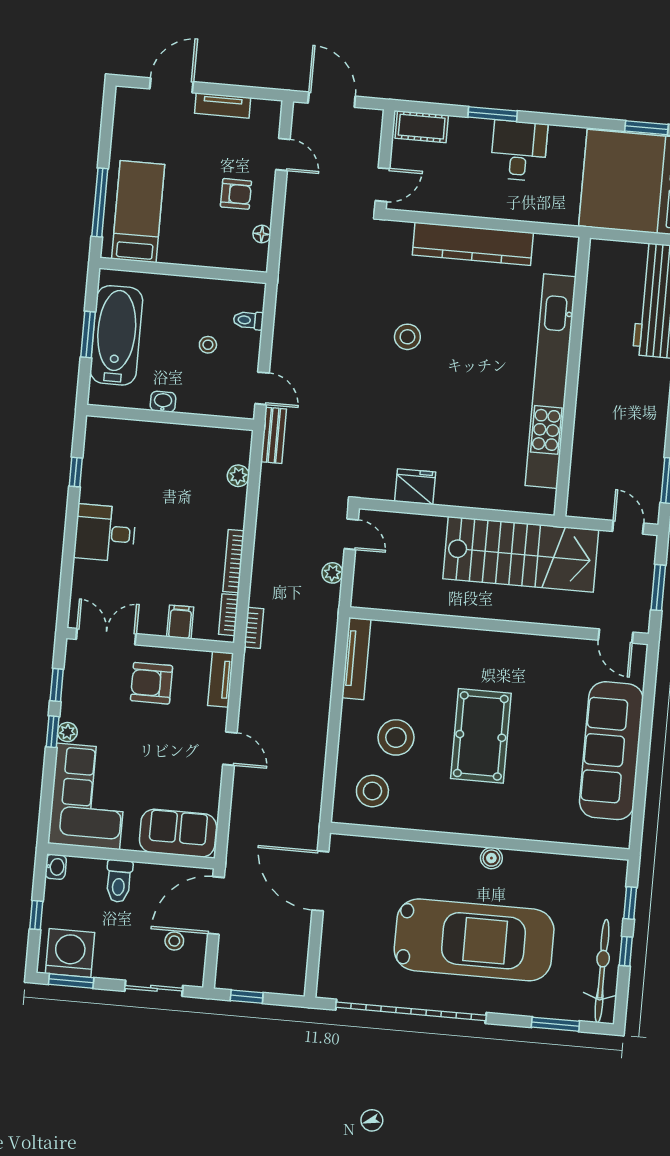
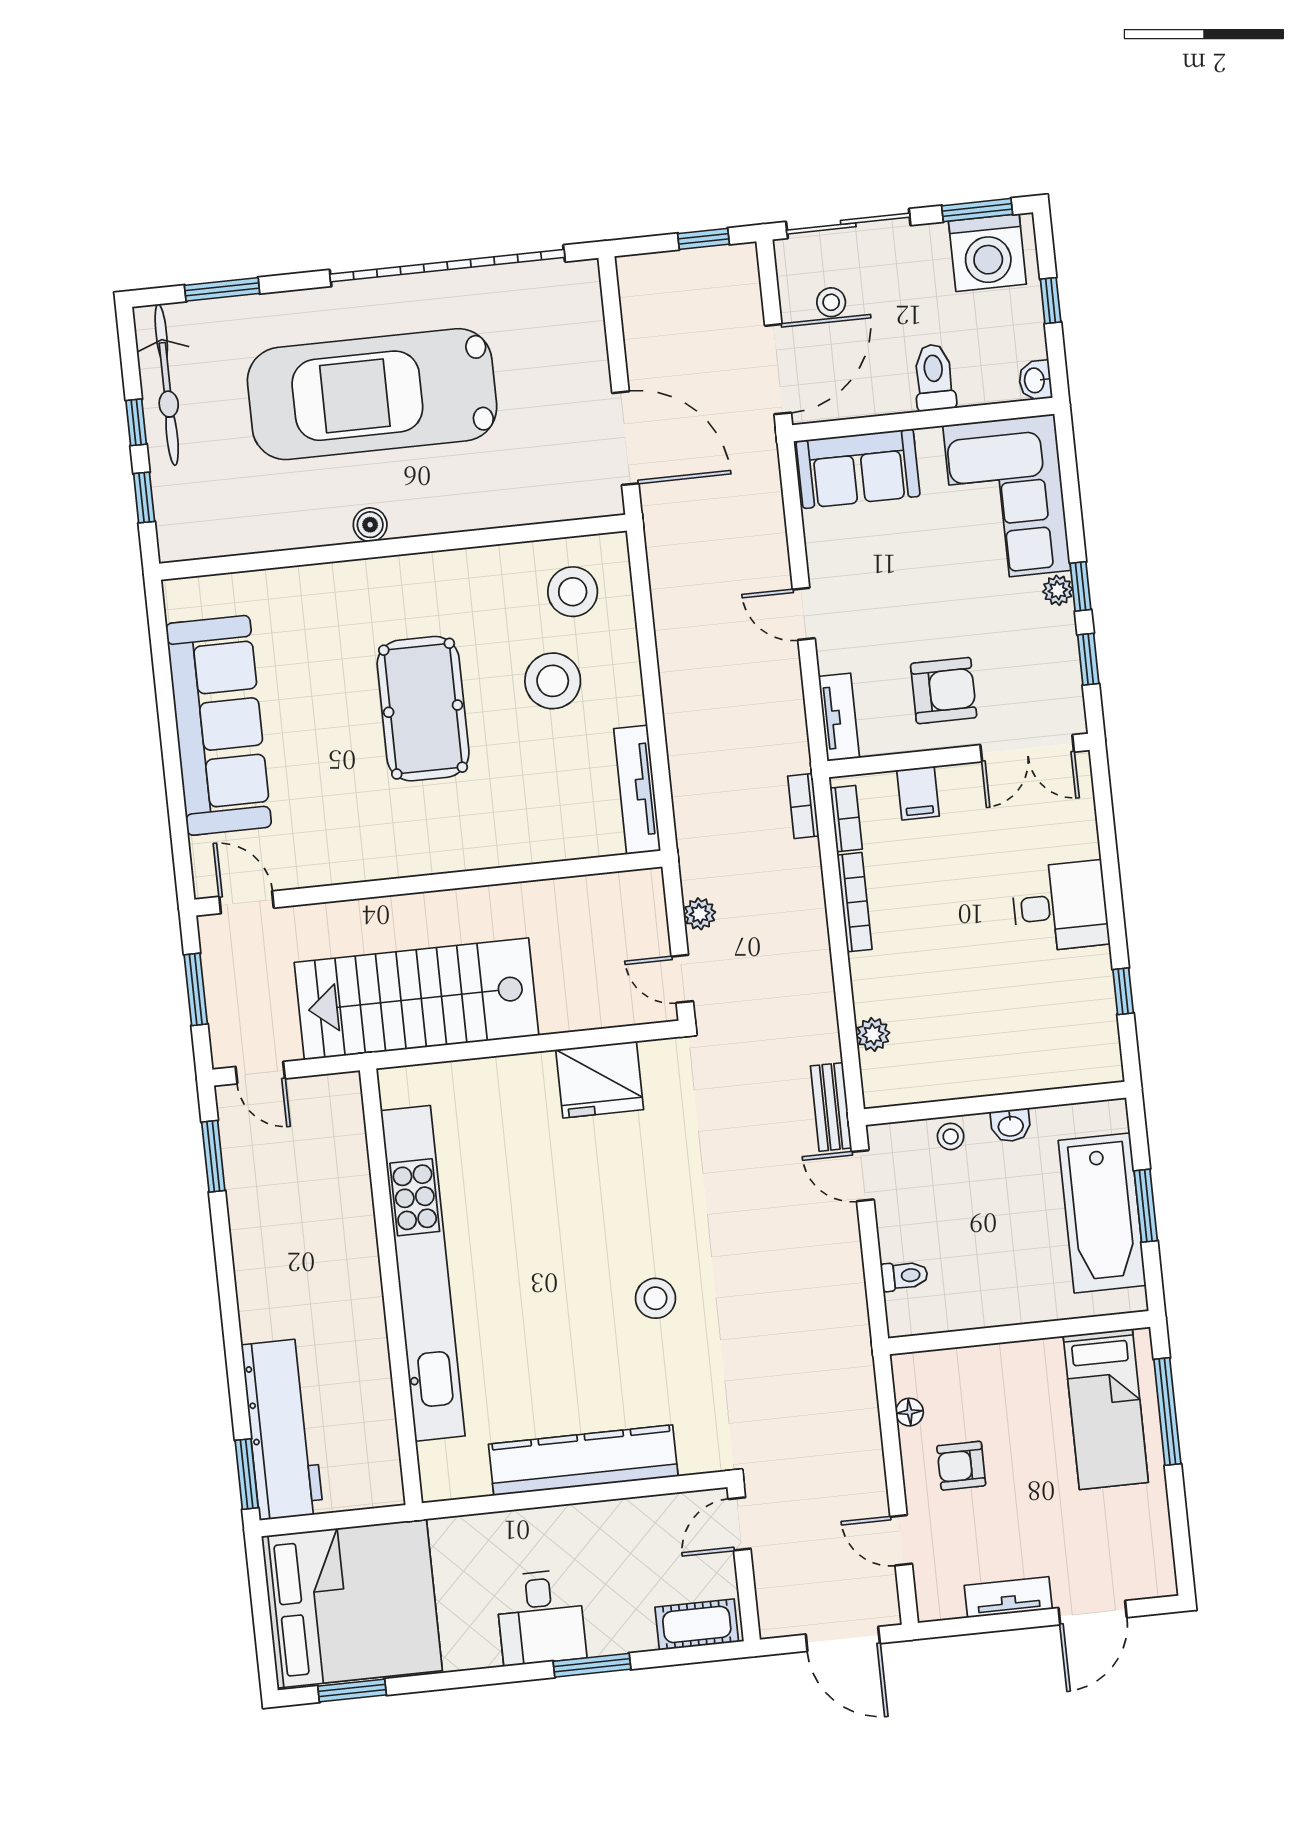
stool: (208, 345) -> (951, 1136), moved
fridge: (415, 487) -> (600, 1080), width x1.36, depth x1.34
sliding door: (154, 988) -> (848, 224), width x1.37

